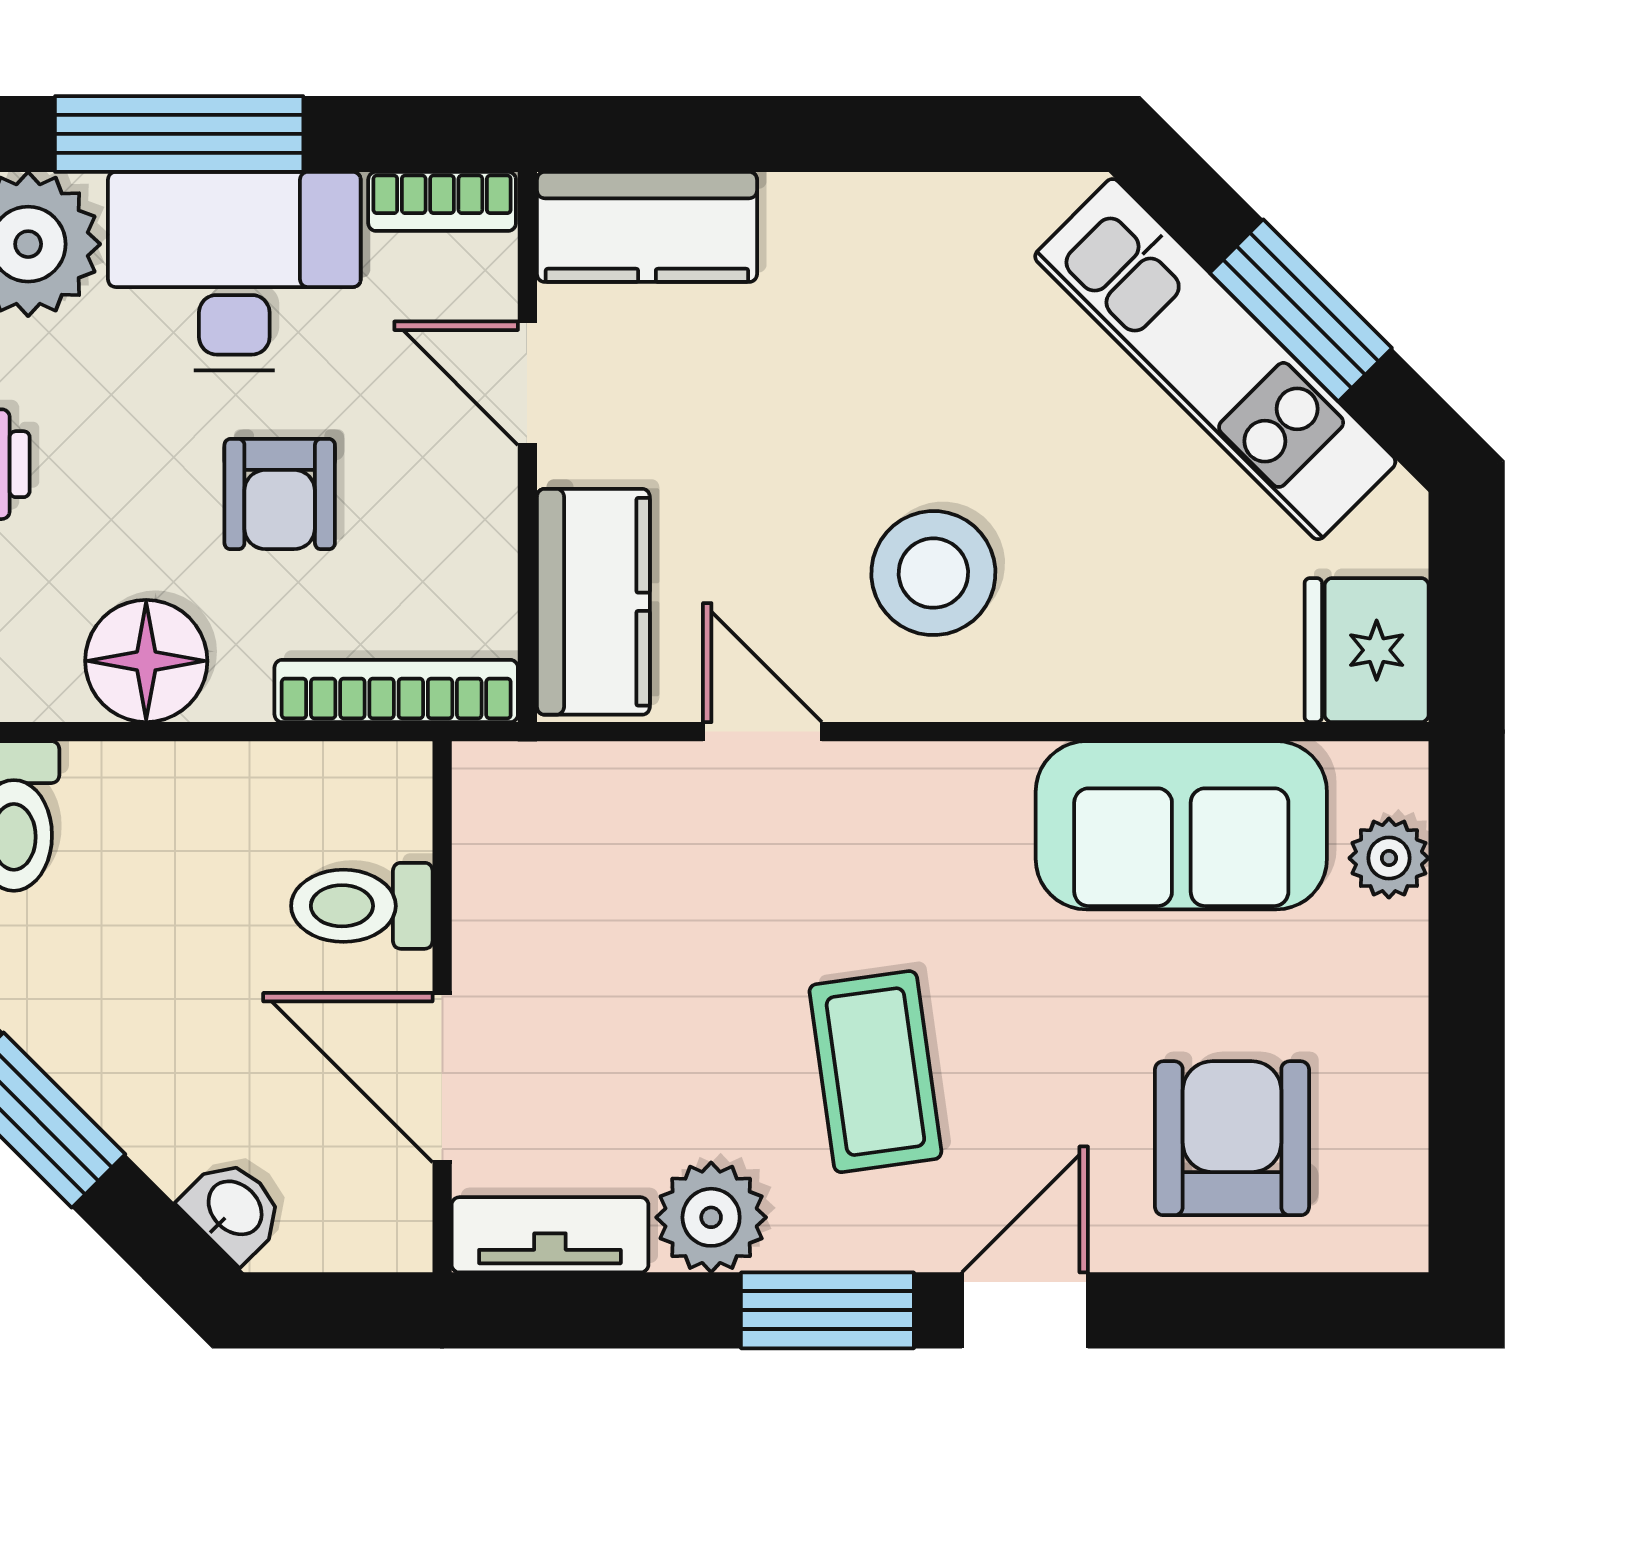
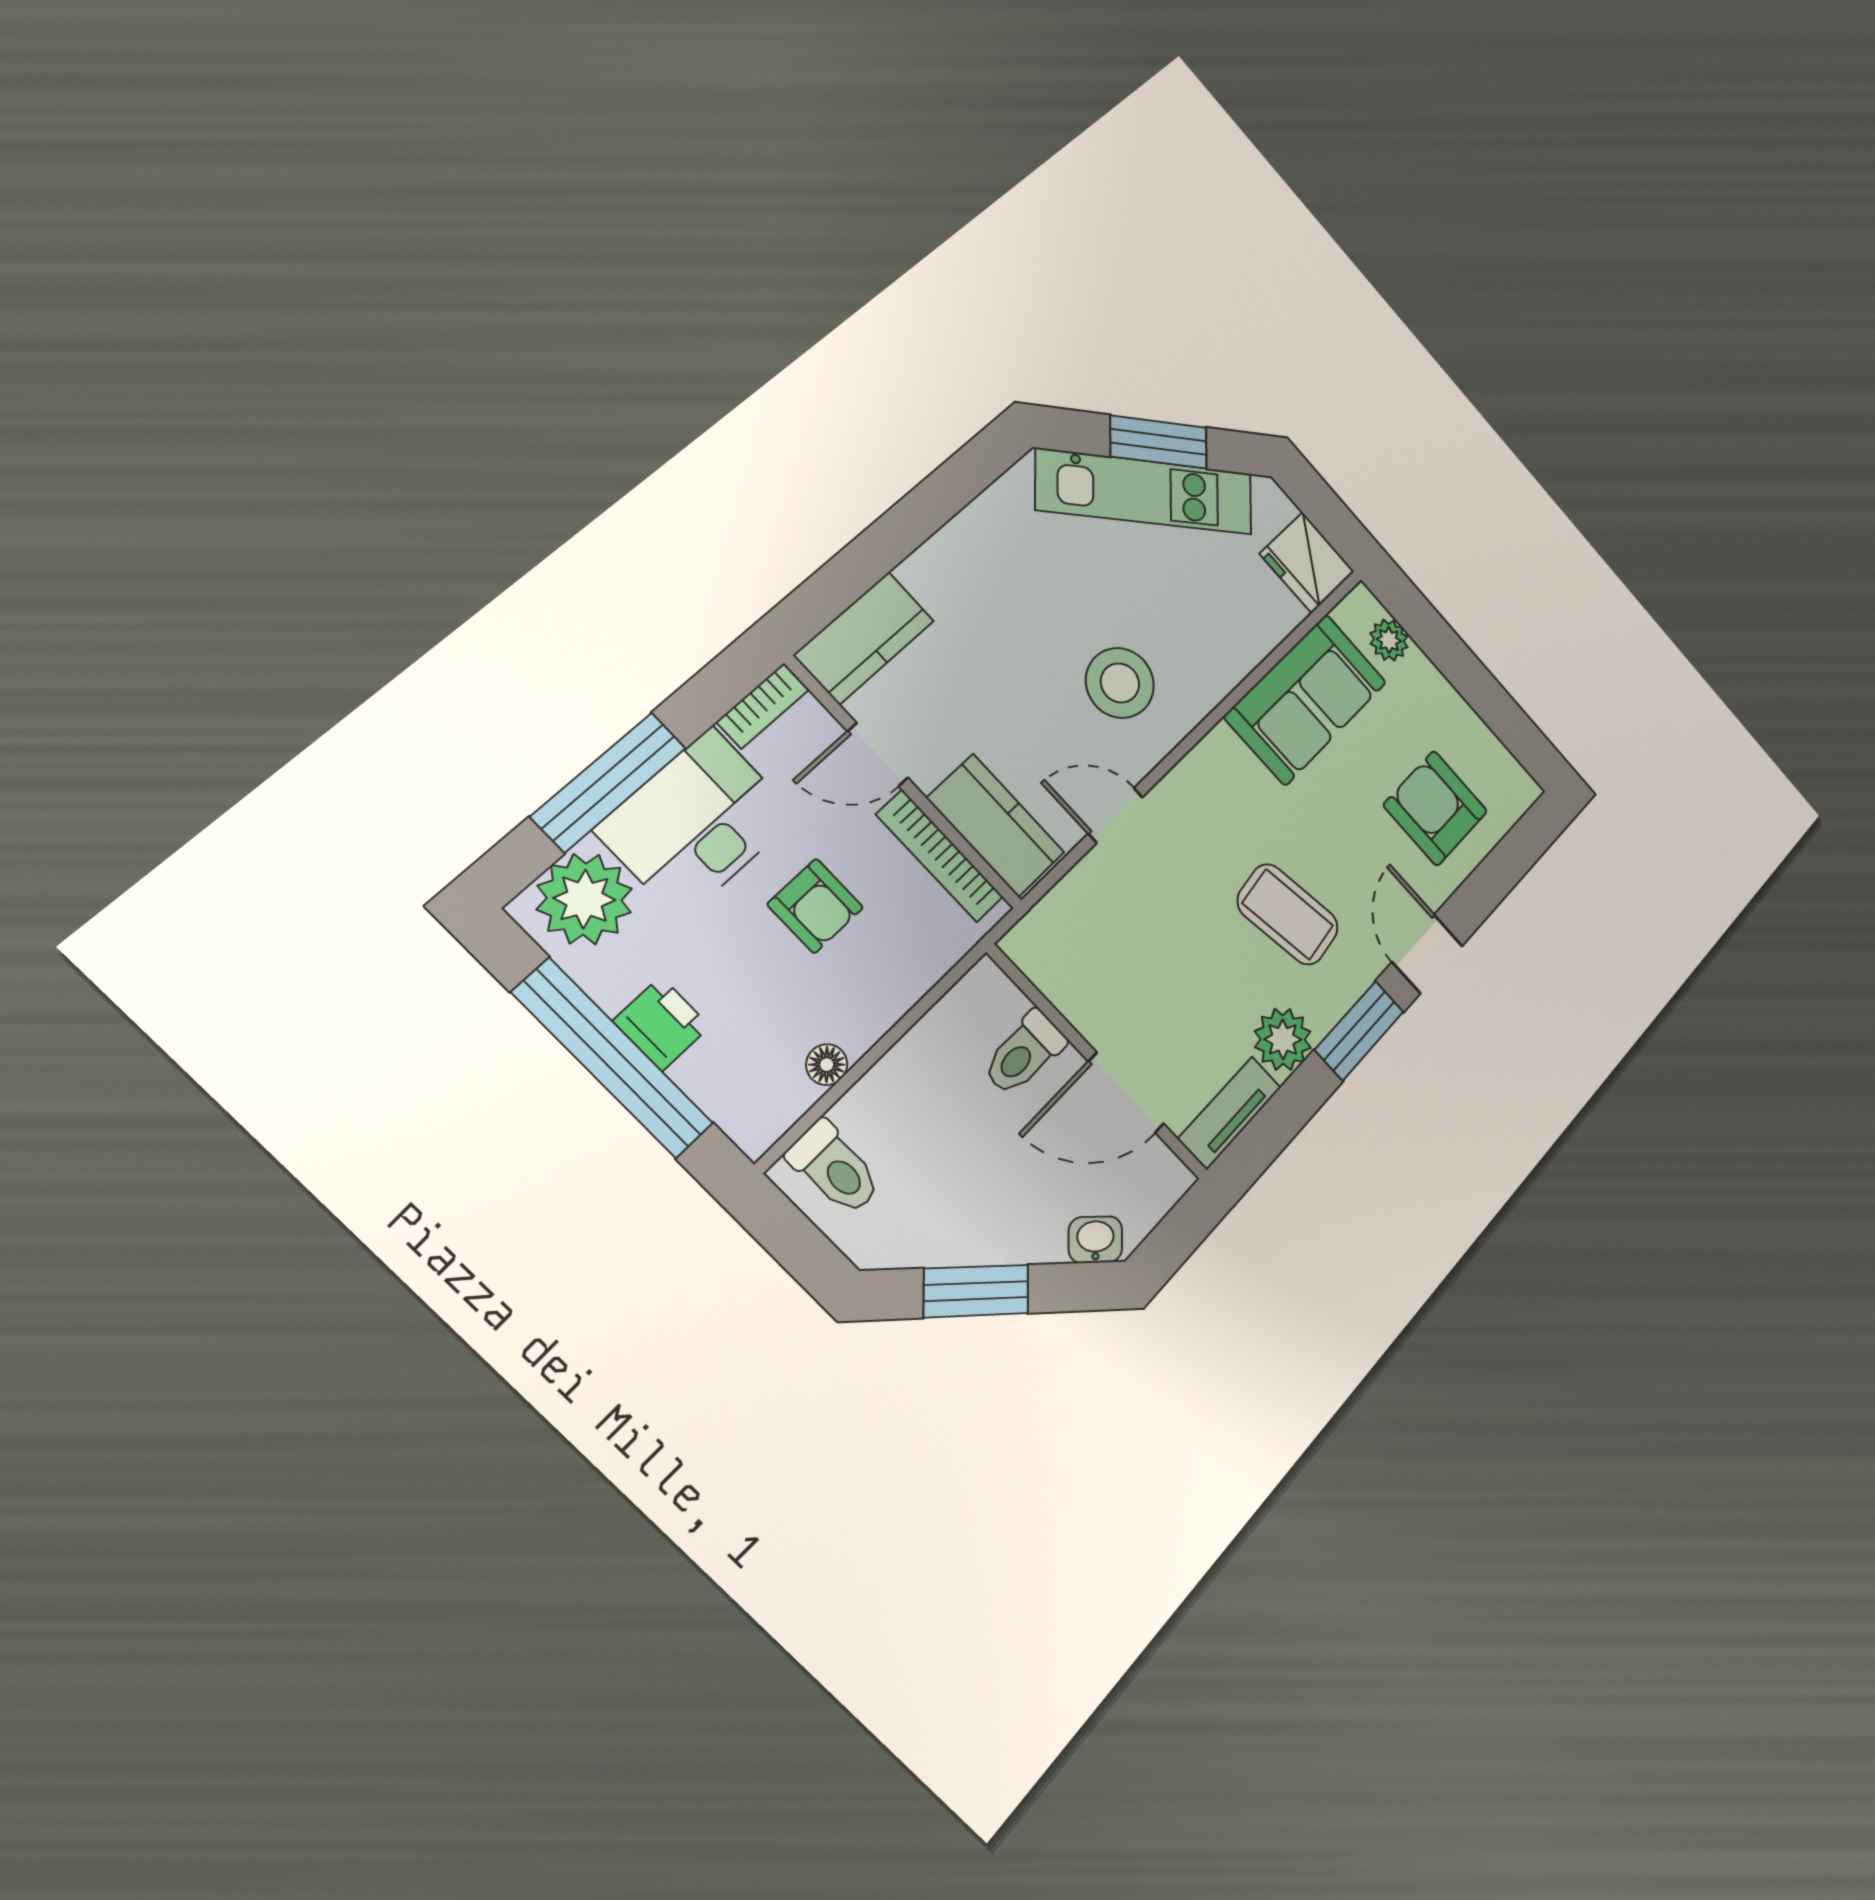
floor lamp: (146, 661) -> (827, 1065), width x0.53, depth x0.53
bookcase: (396, 691) -> (940, 856), moved, turned -90

